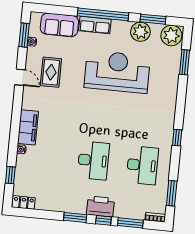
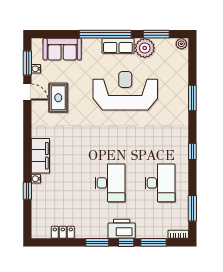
row of seats: (95, 25) -> (118, 46), moved
plant: (171, 35) -> (181, 44), width x0.53, depth x0.53
window: (185, 62) -> (192, 98), moved
door: (20, 77) -> (27, 92), moved
window: (10, 175) -> (27, 191), moved
locker: (24, 202) -> (63, 232), moved

